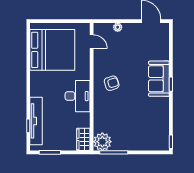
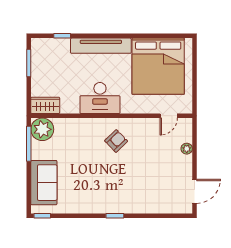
sofa: (159, 79) -> (44, 183), moved, turned 90
armchair: (112, 83) -> (116, 141), turned -116
tv unit: (36, 121) -> (101, 46), moved

